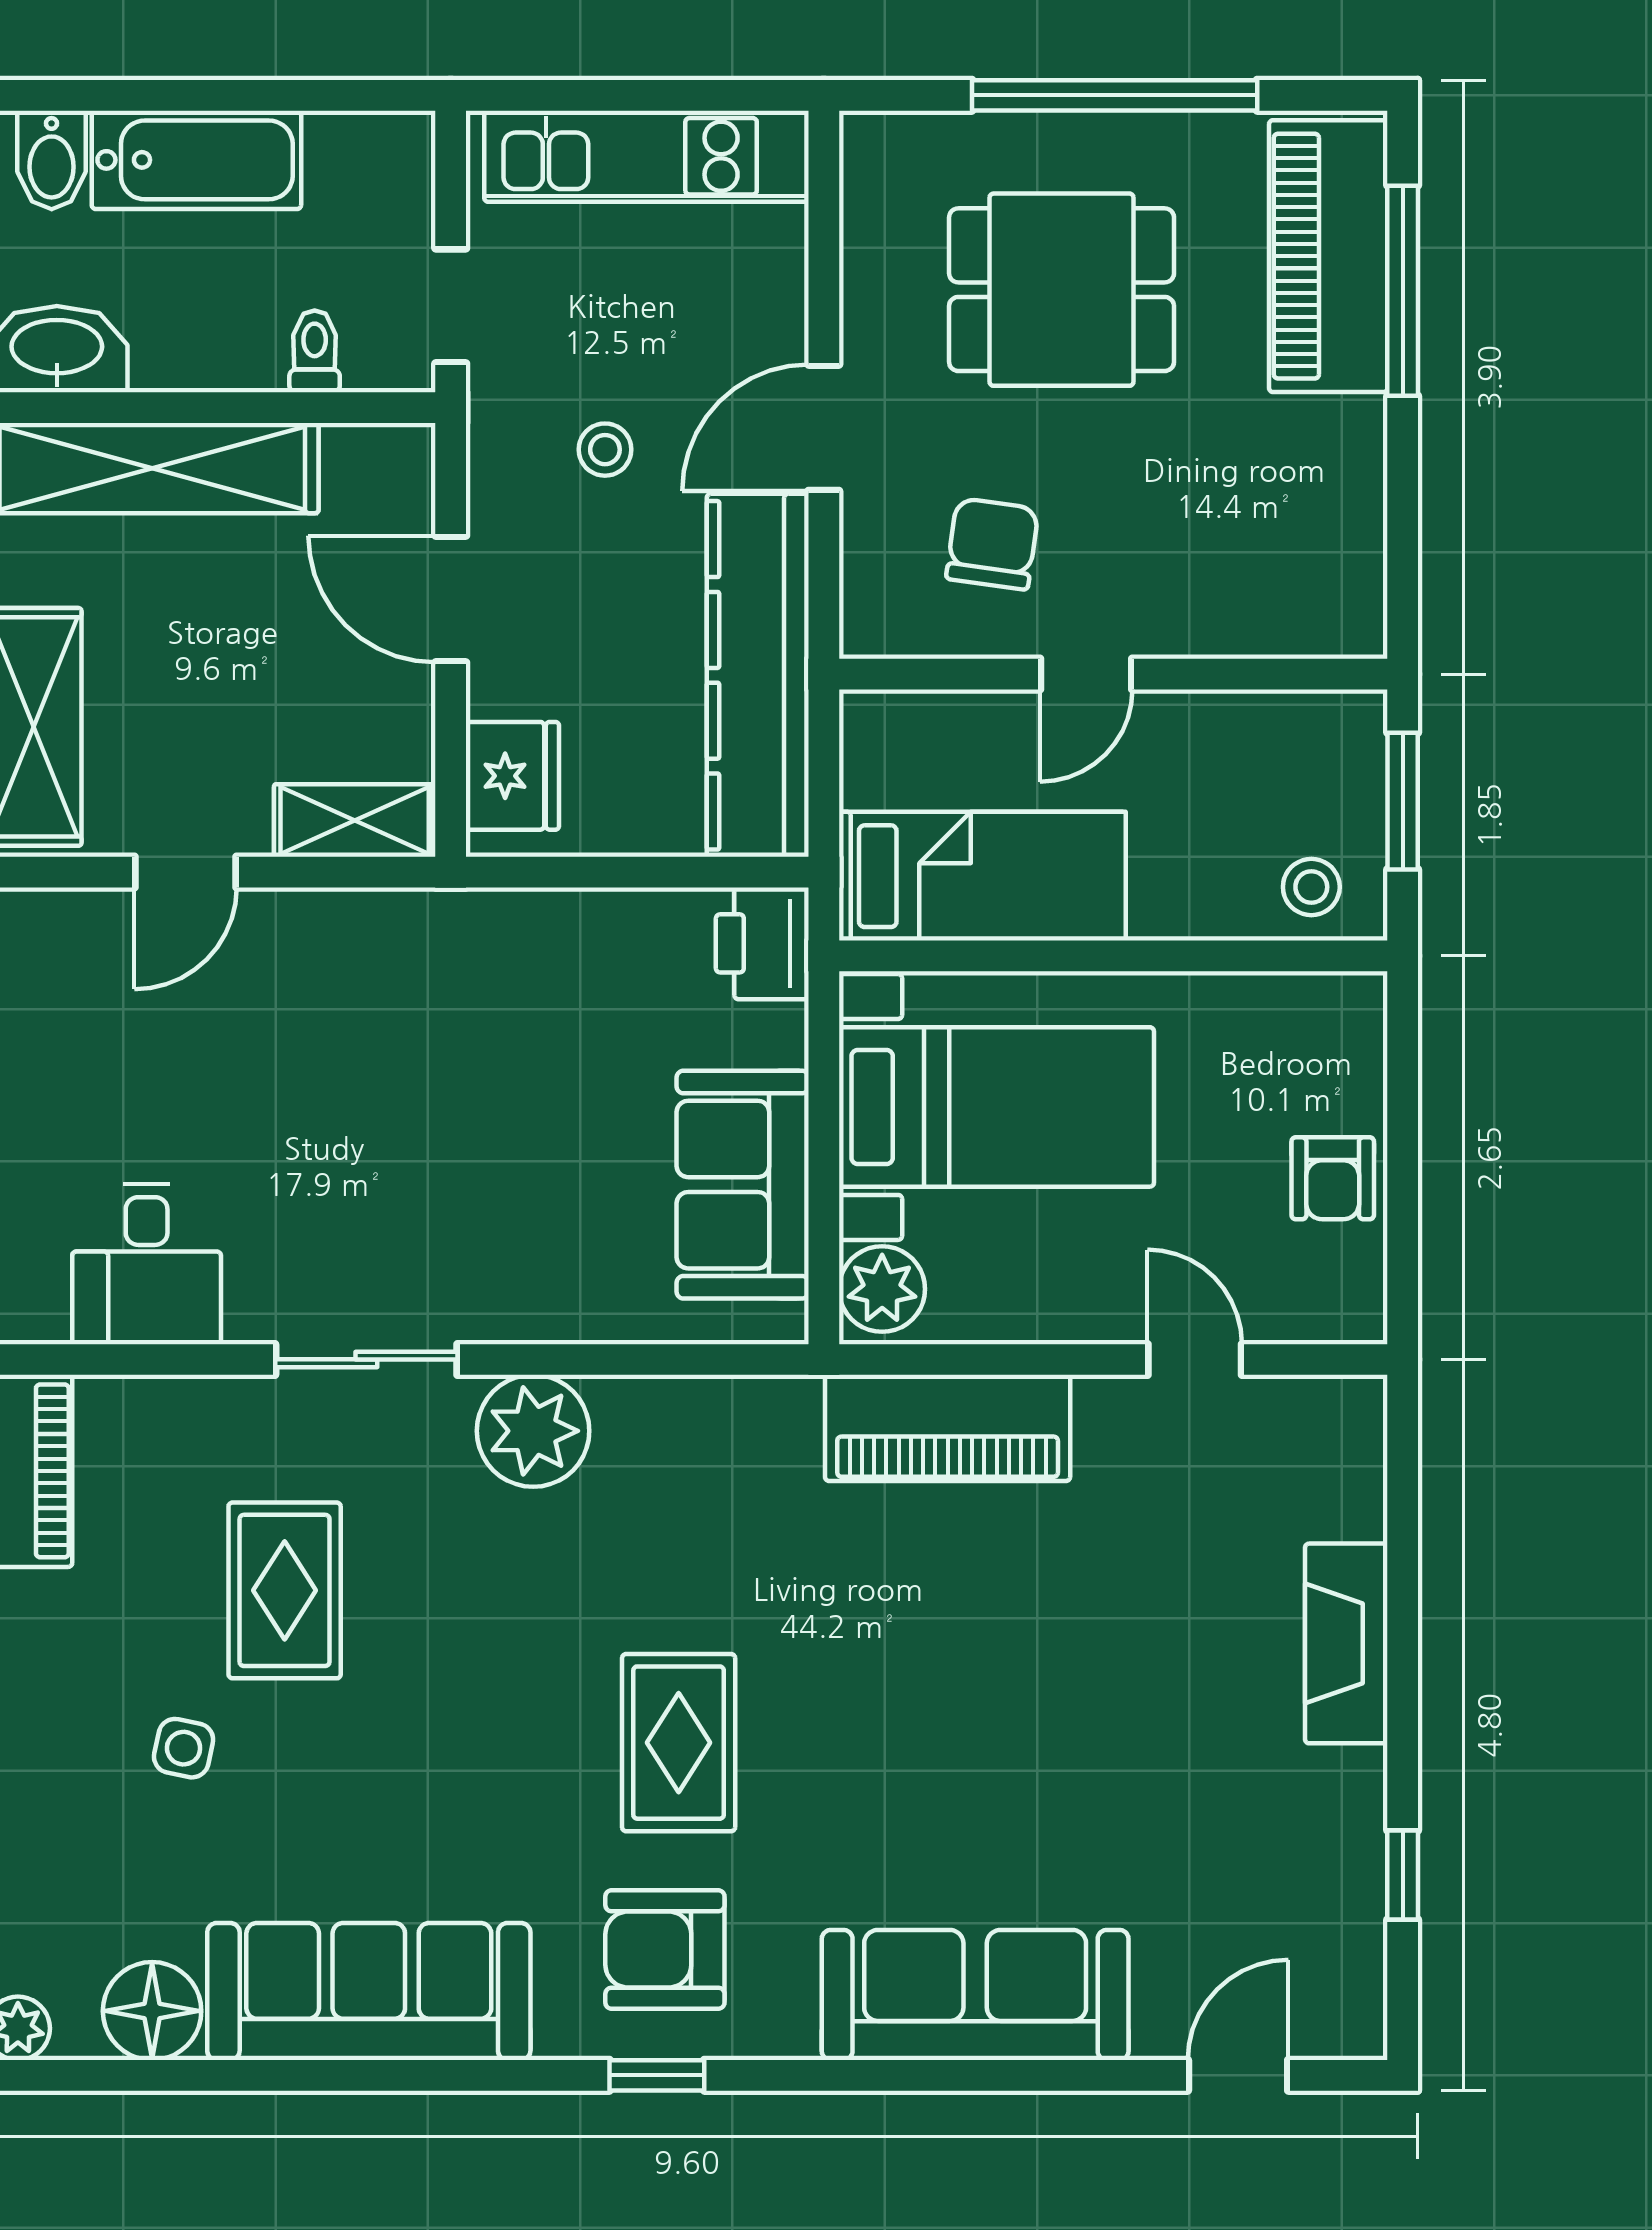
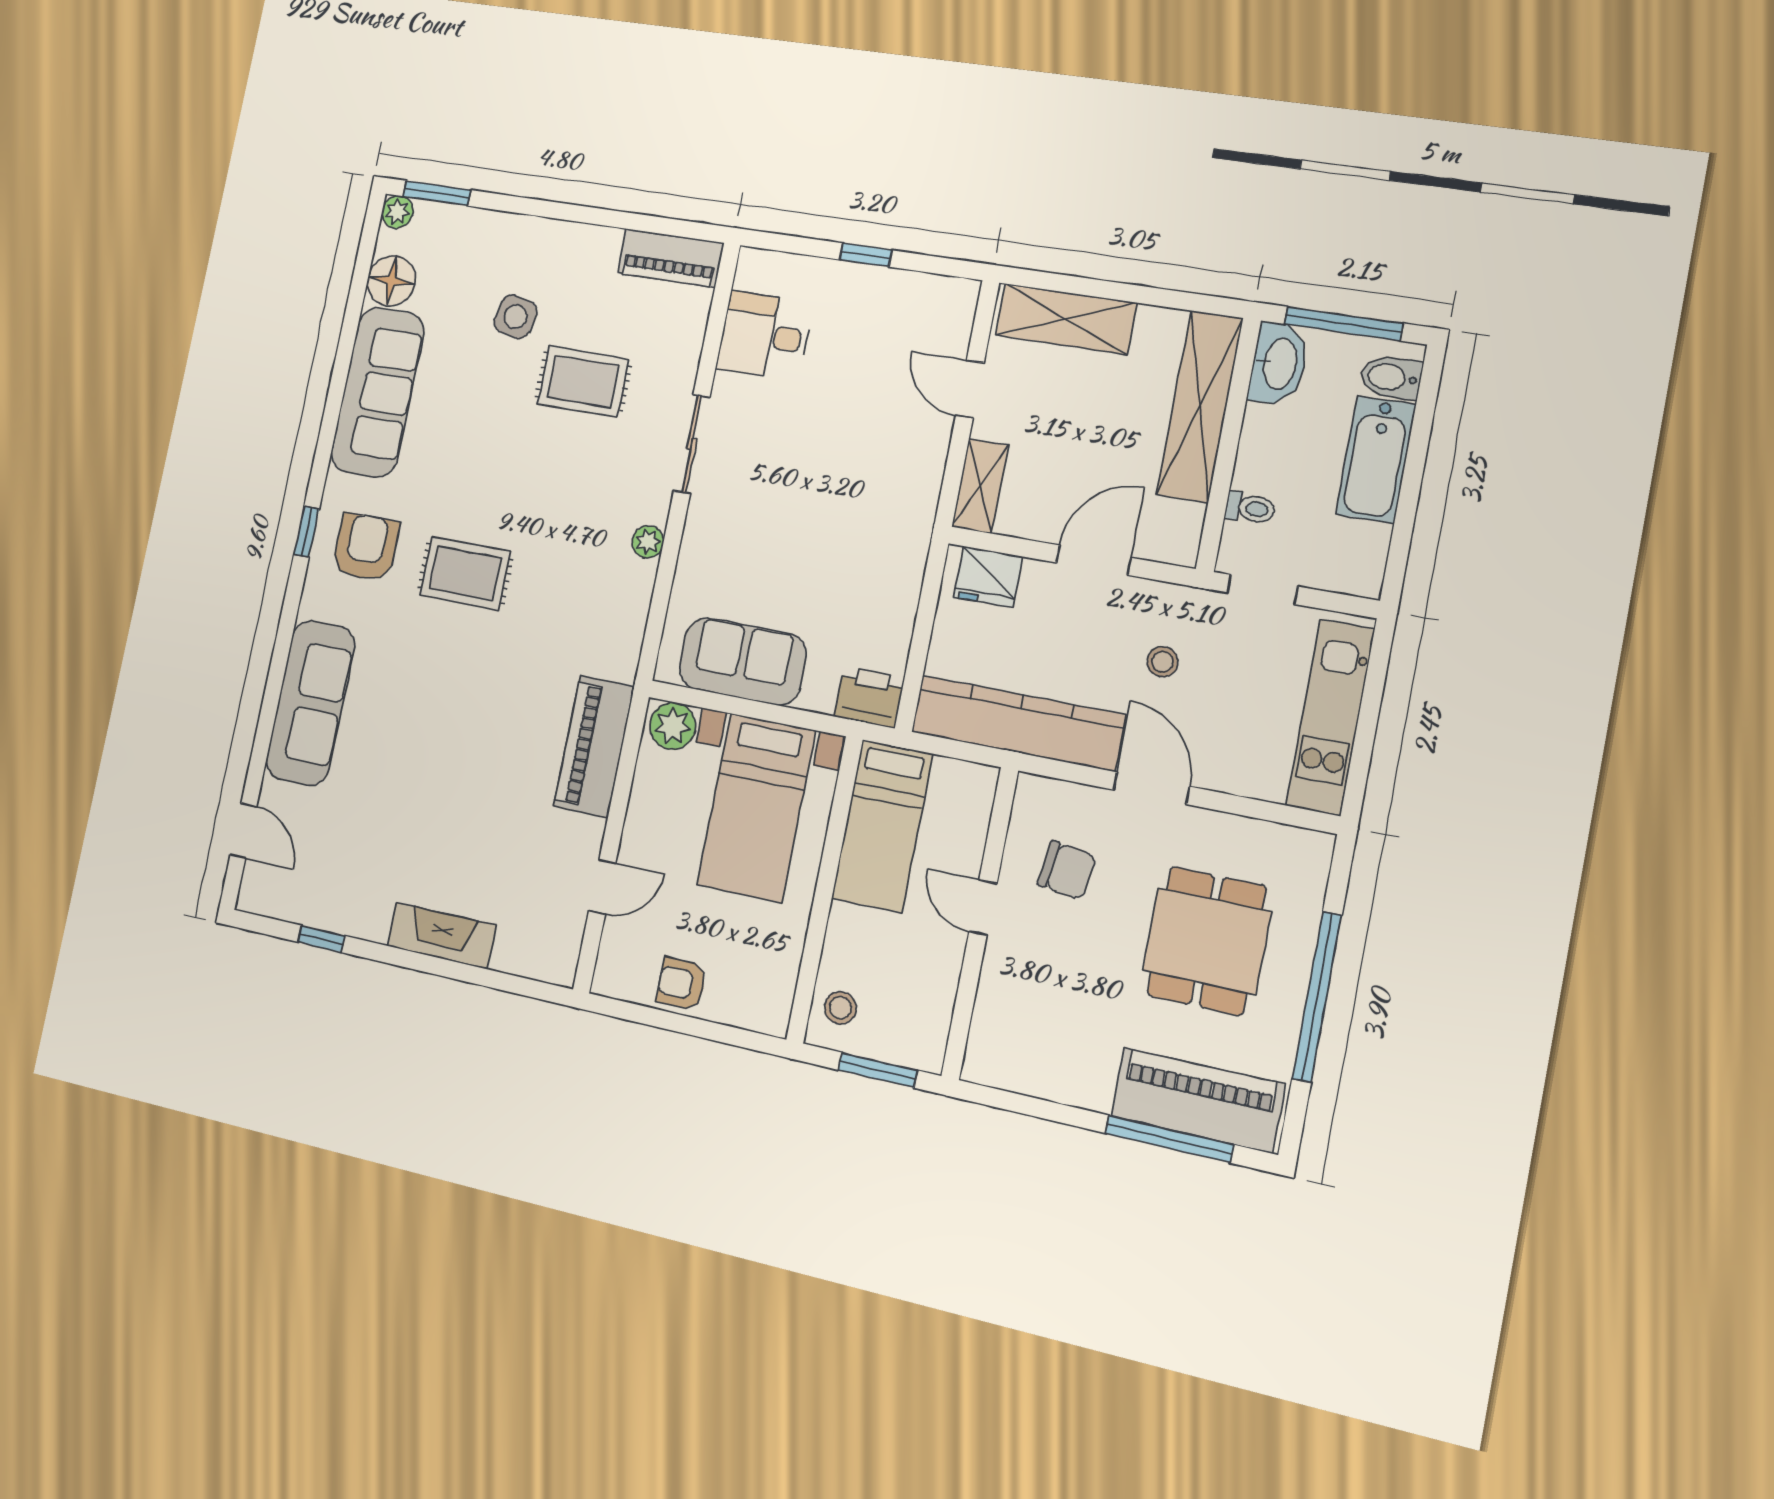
plant: (533, 1431) -> (648, 542), width x0.53, depth x0.53
side table: (184, 1748) -> (516, 317), width x1.37, depth x1.37

